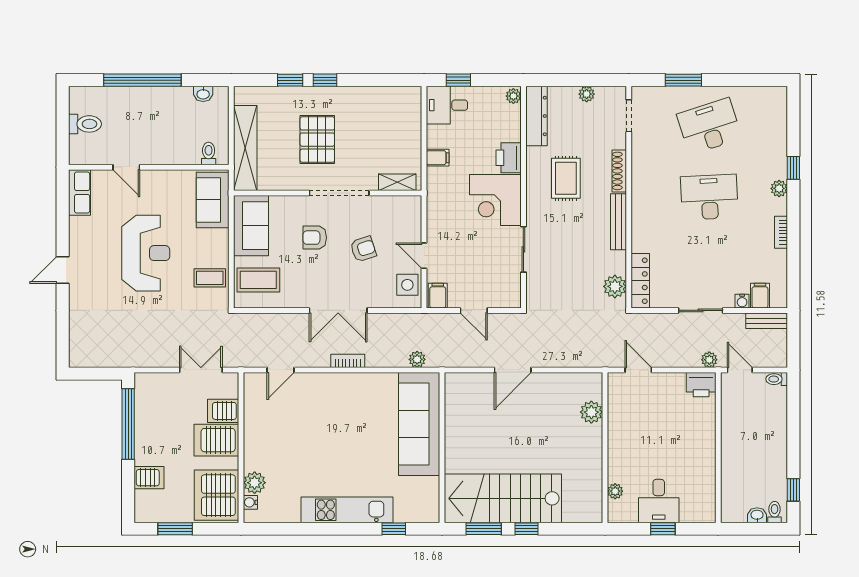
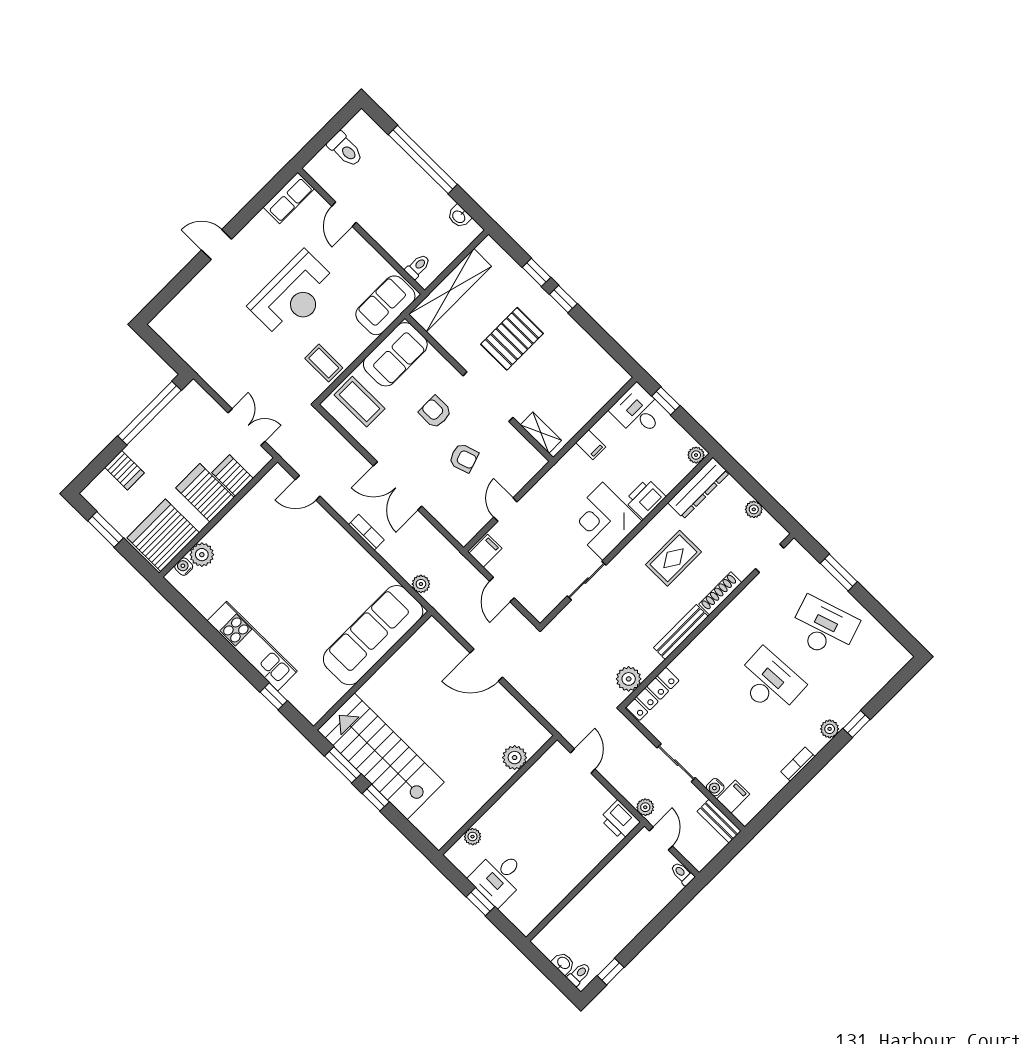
side table: (407, 285) -> (470, 519), removed

